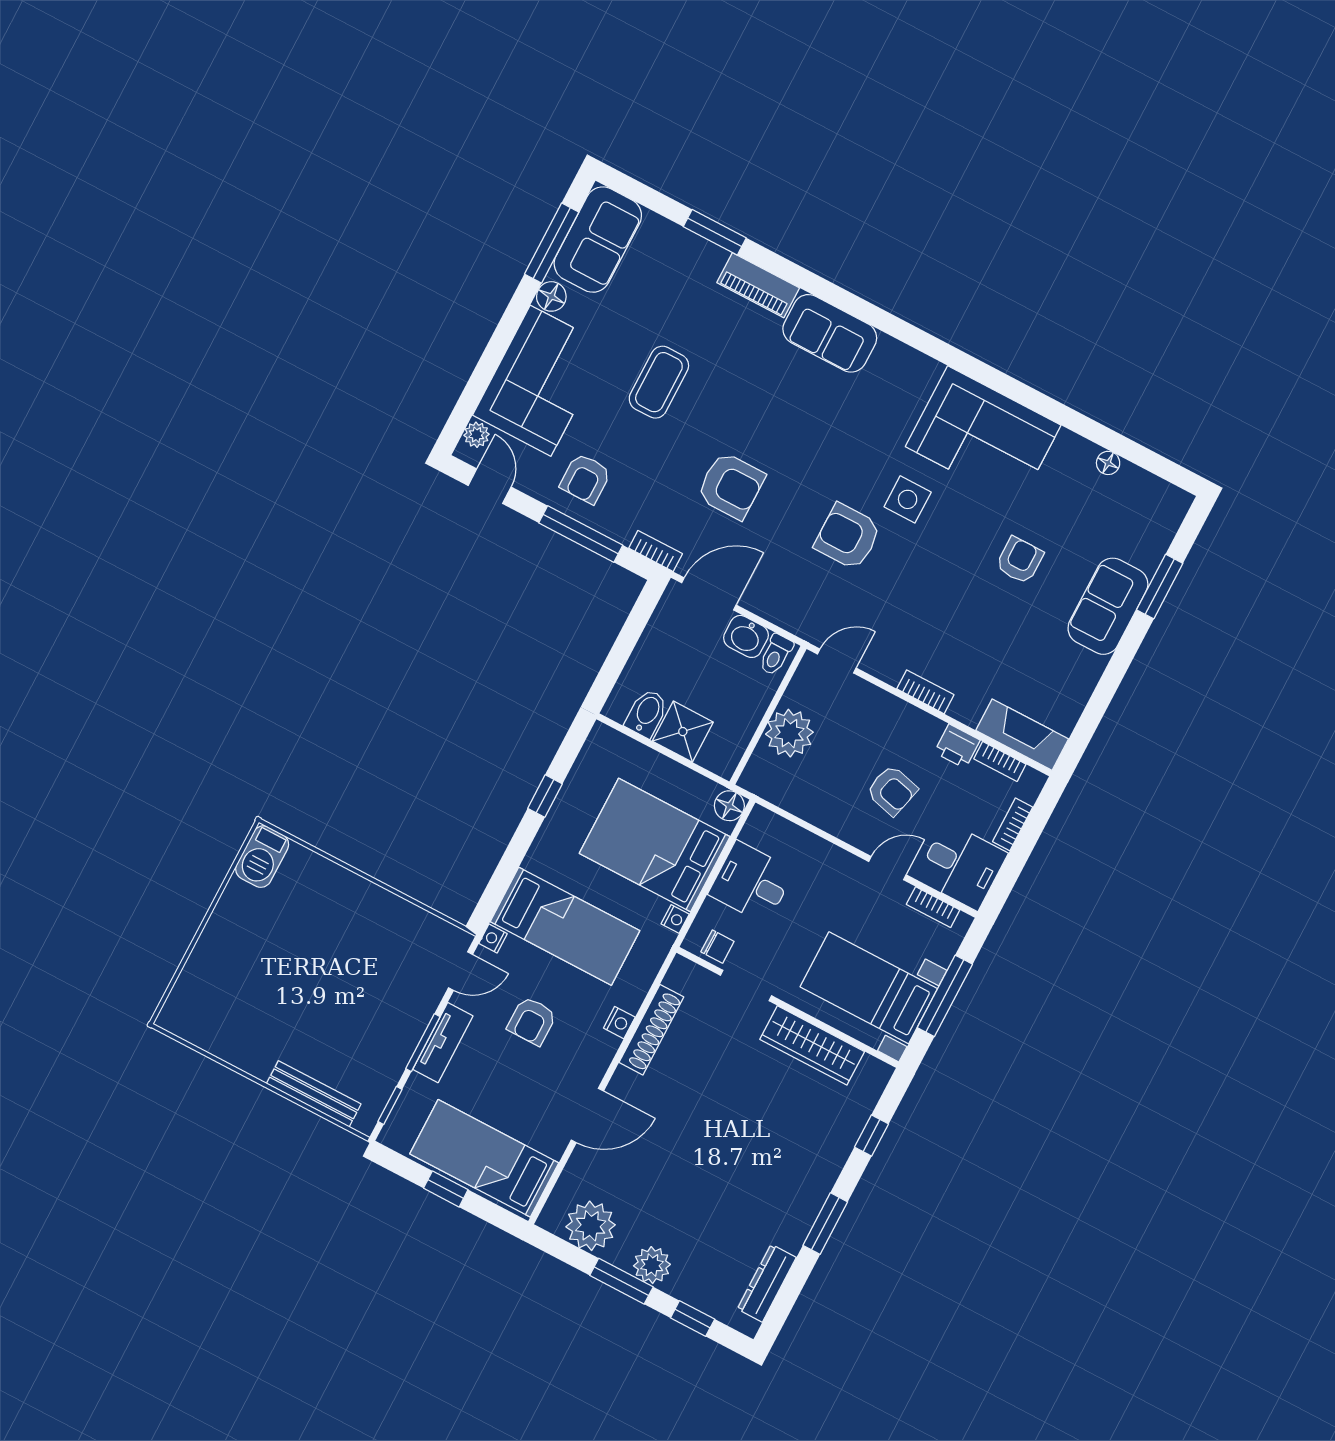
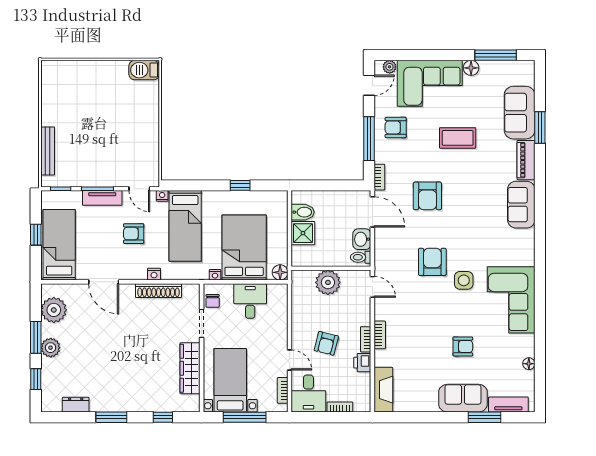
sofa: (598, 240) -> (520, 113), moved, turned 90
tv unit: (1159, 535) -> (508, 405), added
bookcase: (1000, 761) -> (366, 339), moved
dresser: (767, 1283) -> (76, 405), width x0.70

